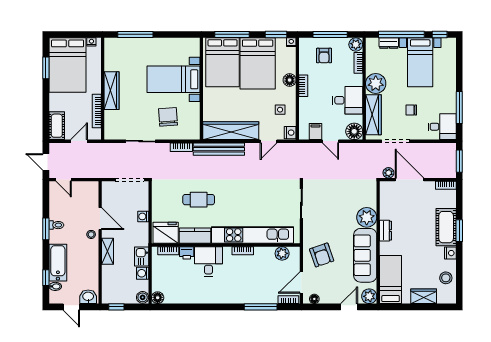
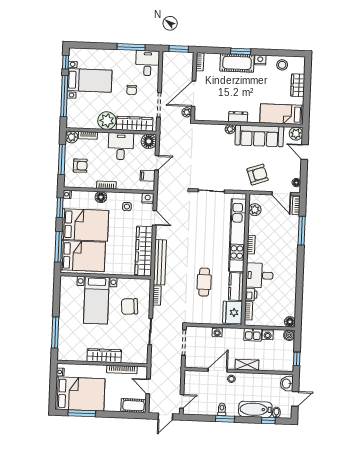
dresser: (389, 43) -> (71, 108), removed
window: (46, 68) -> (82, 413), width x1.44
plant: (367, 217) -> (230, 129), width x0.53, depth x0.53

